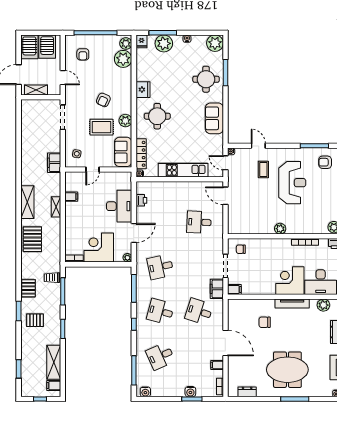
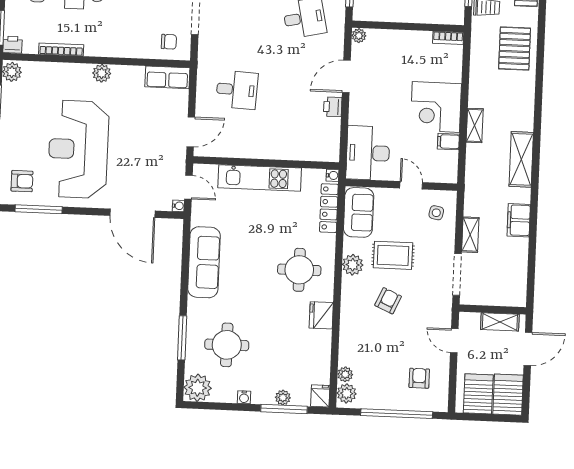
plant: (164, 43) -> (283, 398), width x0.53, depth x0.53
plant: (123, 59) -> (345, 374), width x0.53, depth x0.53
round table: (206, 79) -> (227, 345), moved
sofa: (214, 118) -> (204, 262), width x1.36
shelving: (56, 141) -> (470, 235), added
door: (258, 146) -> (133, 213), width x1.87
filing cabinet: (54, 163) -> (519, 220), moved, turned 180
coffee table: (263, 169) -> (126, 173), removed
door: (92, 170) -> (411, 185), hinge flipped
reception desk: (292, 183) -> (78, 149), width x1.36, depth x1.30
door: (225, 196) -> (191, 132), hinge flipped
printer: (141, 200) -> (333, 107), moved
shelving: (27, 202) -> (521, 159), moved
desk: (119, 206) -> (368, 153), moved
row of seats: (241, 228) -> (167, 77), added
pallet: (32, 239) -> (515, 48), moved
corner desk: (99, 248) -> (436, 107), moved, turned 90

